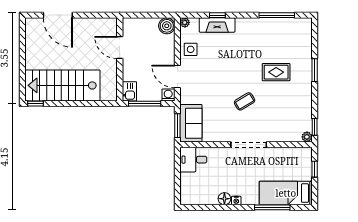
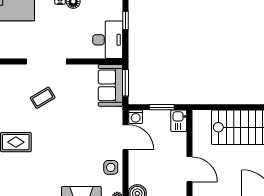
coffee table: (245, 101) -> (43, 98), moved
window: (145, 104) -> (162, 107), width x0.69
desk: (193, 160) -> (108, 40), width x1.37
window: (177, 182) -> (125, 20), added

